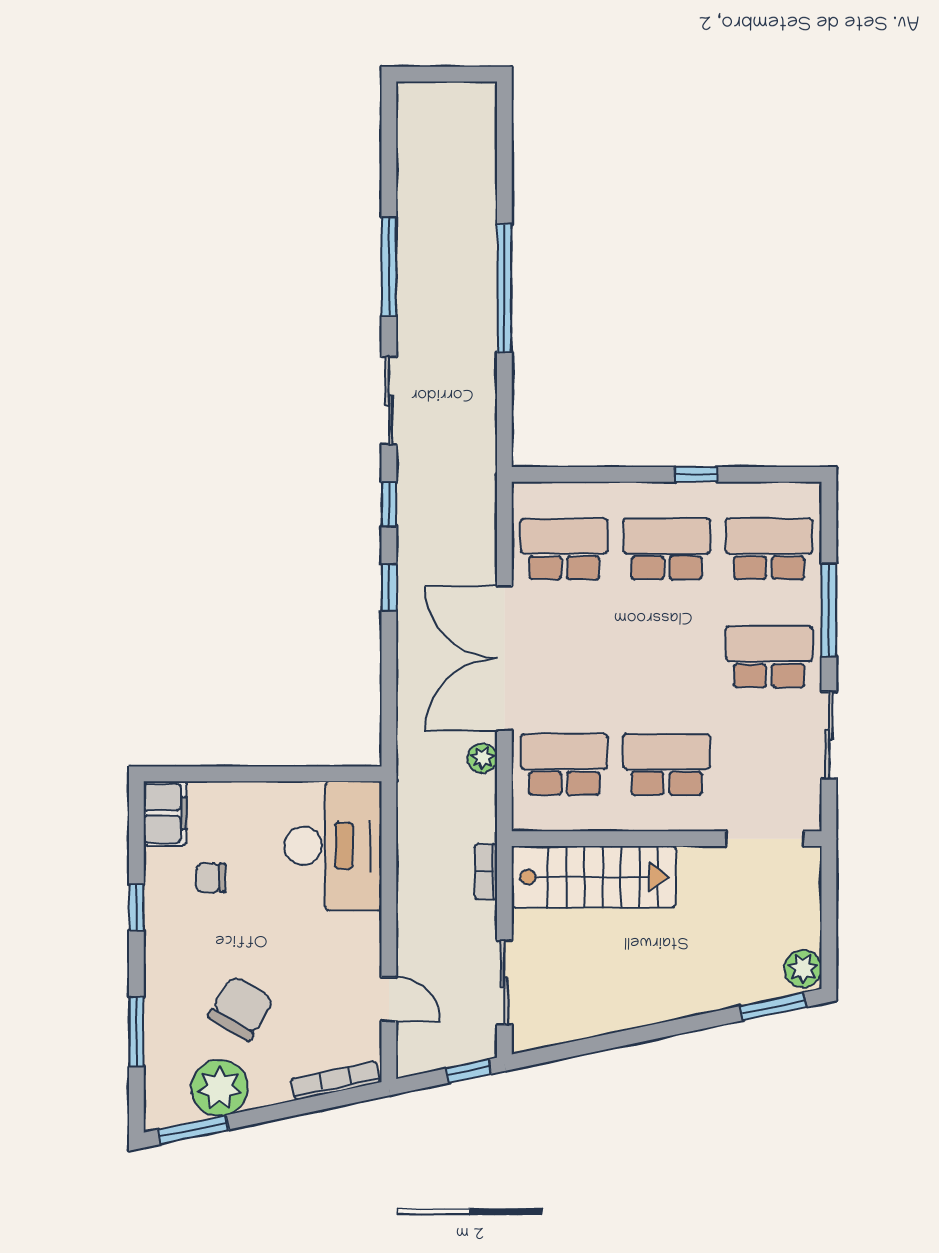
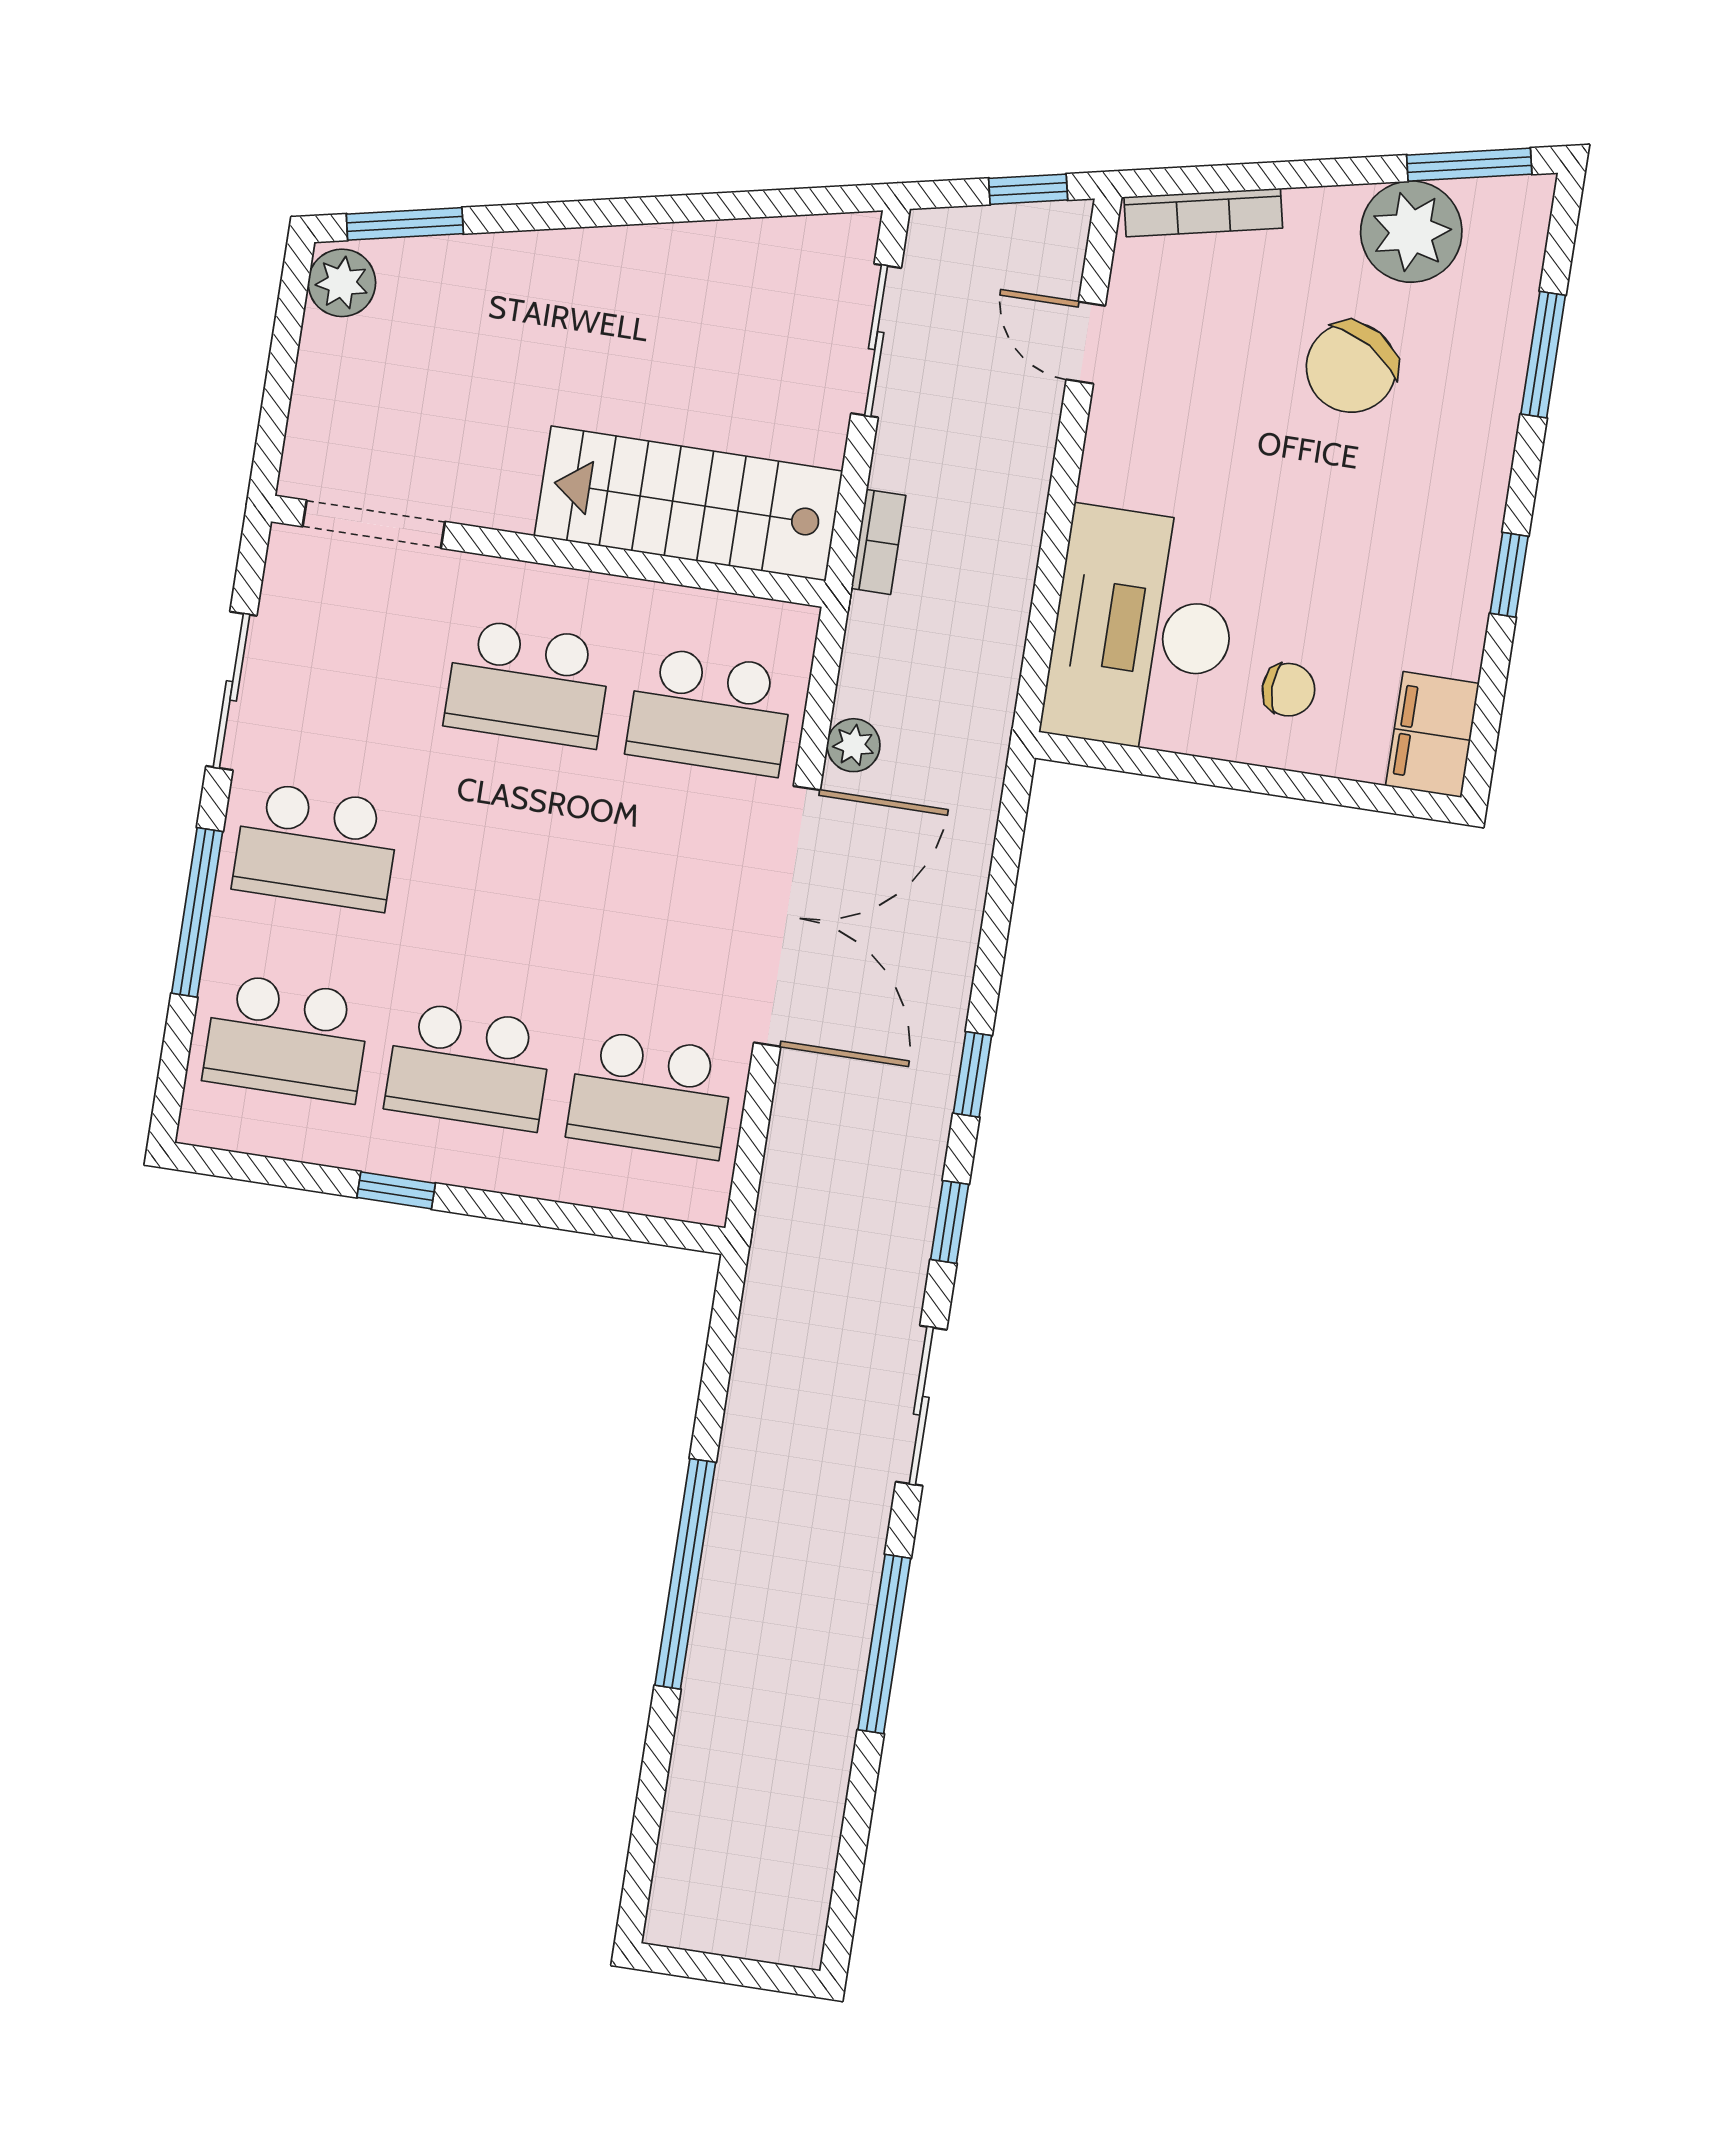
chair: (211, 878) -> (1289, 690), moved
window: (468, 1071) -> (1028, 189), moved

